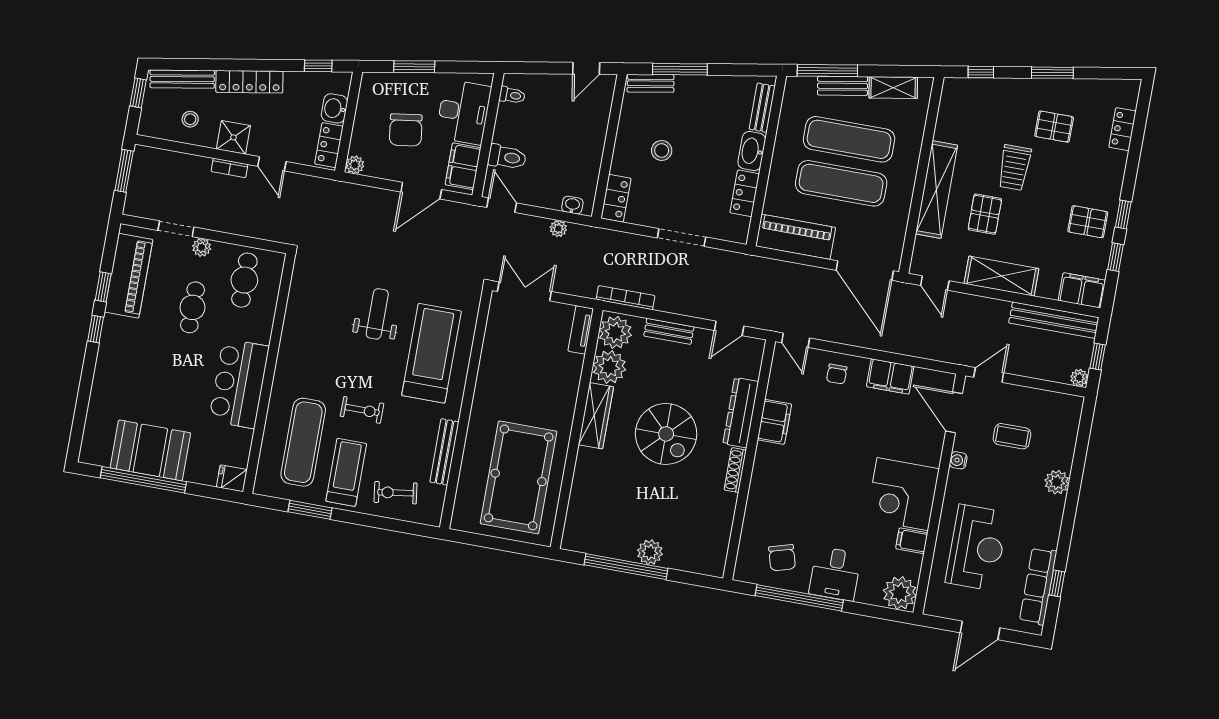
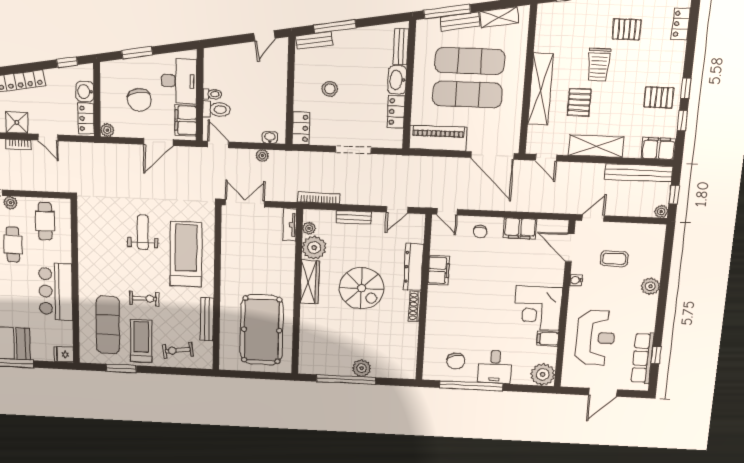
toilet: (512, 95) -> (212, 94), moved
plant: (615, 332) -> (309, 228), width x0.53, depth x0.53

